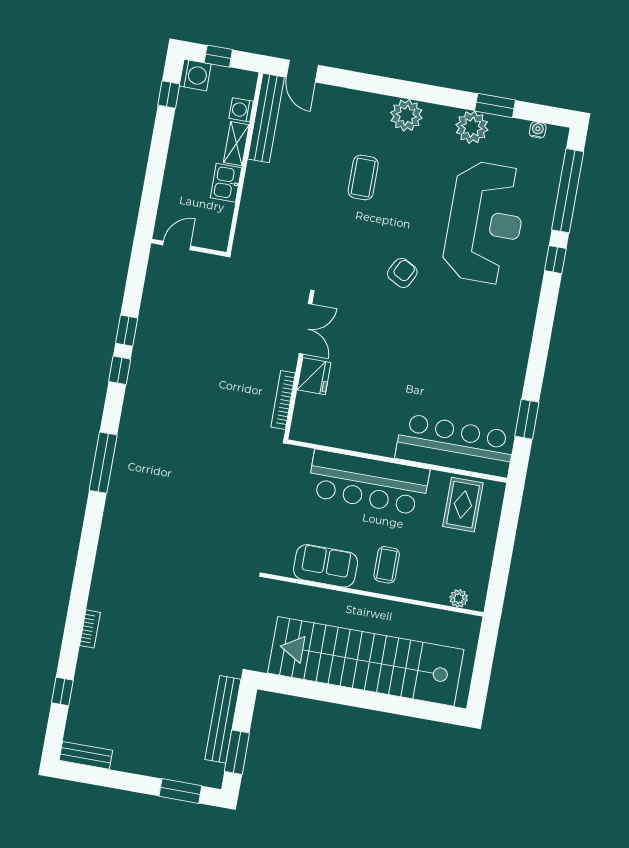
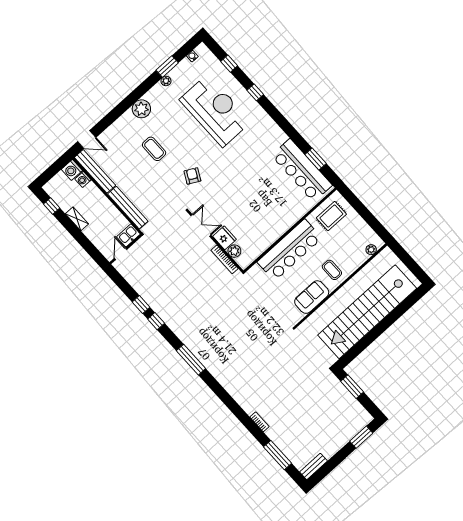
window: (218, 56) -> (52, 171), removed
washing machine: (195, 75) -> (72, 170), moved, turned 180
plant: (472, 127) -> (166, 81), width x0.53, depth x0.53
shelving: (236, 144) -> (77, 219), moved
kitchen sink: (226, 183) -> (128, 235), moved, turned 90
window: (568, 191) -> (229, 64), width x0.32
armchair: (402, 273) -> (192, 176), moved
plant: (306, 405) -> (234, 251), added
bar counter: (455, 445) -> (302, 170), moved, turned -90
rug: (463, 505) -> (331, 216), turned 90
window: (62, 691) -> (278, 455), width x2.17
bench: (223, 719) -> (128, 208), moved
window: (237, 752) -> (352, 387), moved

